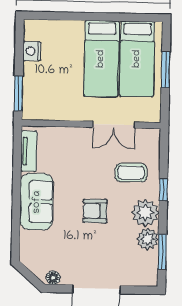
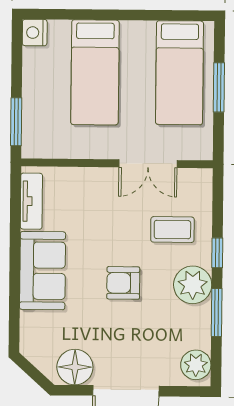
nightstand: (32, 51) -> (35, 33), moved
bed: (101, 59) -> (95, 72), moved
plant: (148, 239) -> (196, 365), moved
window: (162, 252) -> (217, 312), moved
floor lamp: (53, 278) -> (75, 367), width x1.89, depth x1.89

